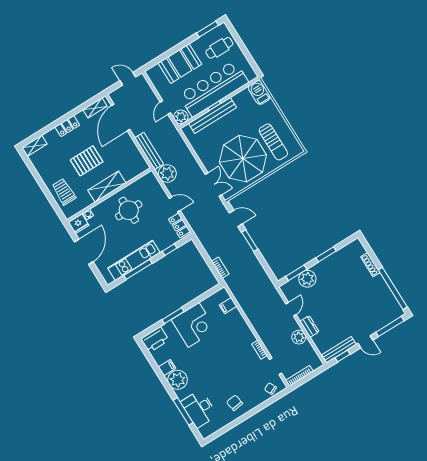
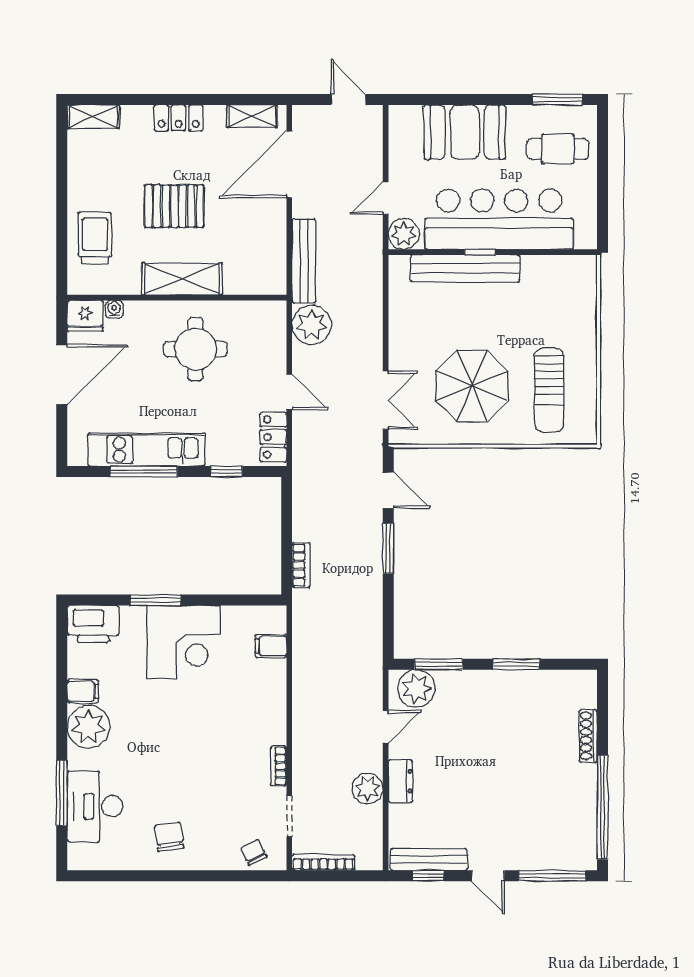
barbecue: (259, 92) -> (581, 280), removed
parasol: (243, 159) -> (472, 386), width x0.73, depth x0.73
plant: (307, 279) -> (416, 689), moved

